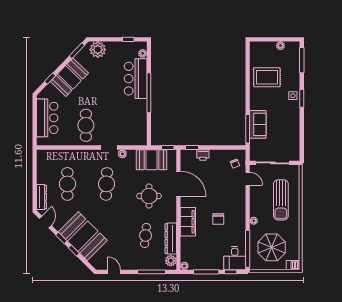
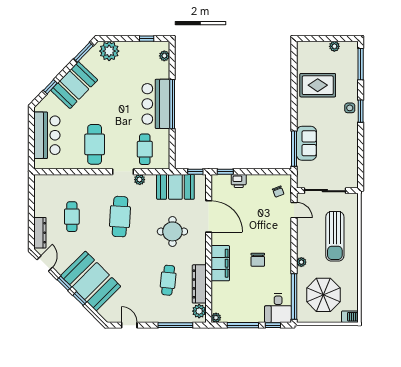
bar counter: (136, 79) -> (156, 104), moved
cafe table: (127, 129) -> (145, 149), added
cafe table: (67, 184) -> (72, 217), width x0.73, depth x0.74

